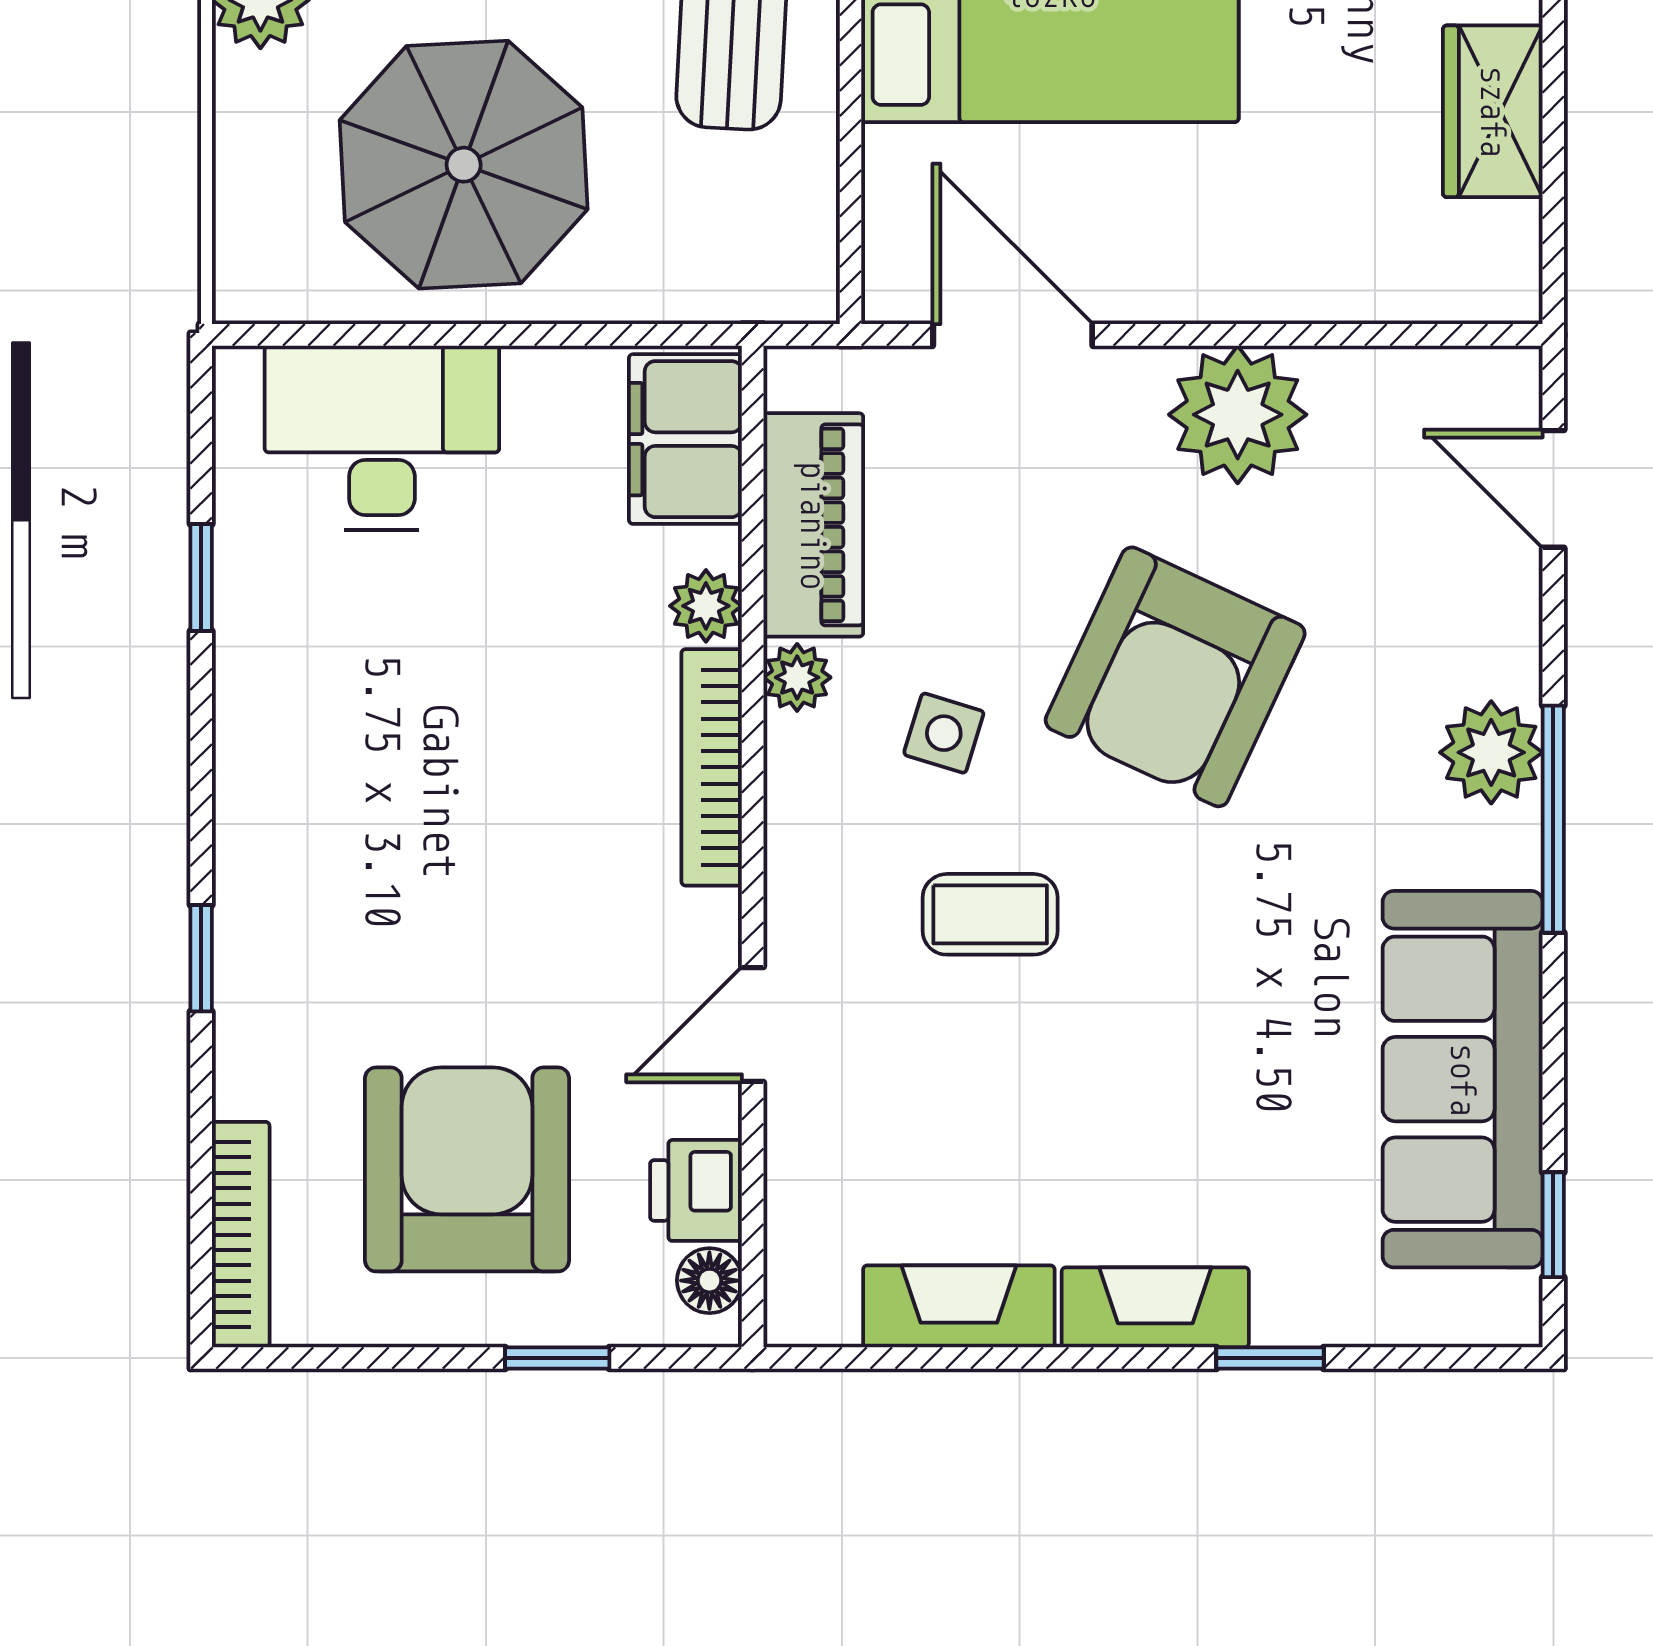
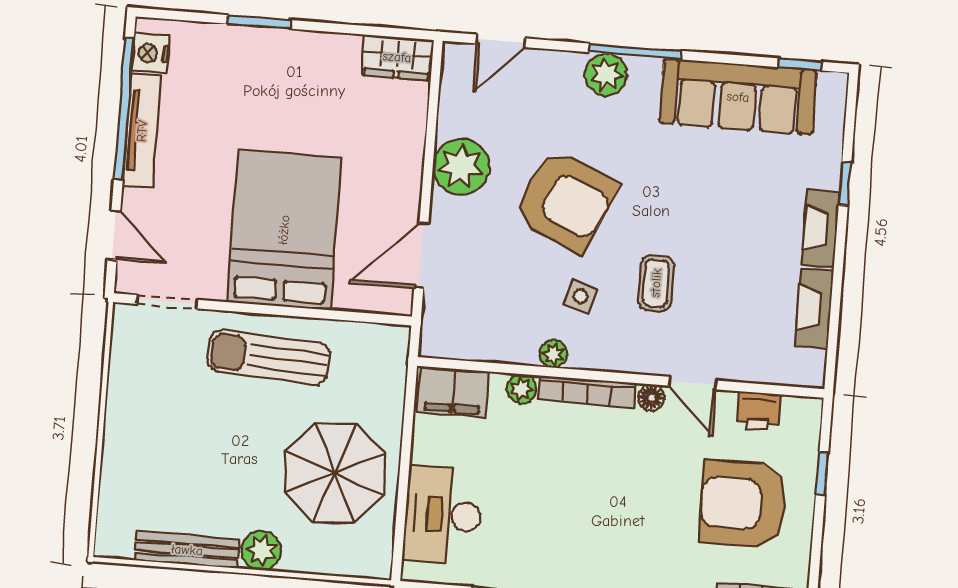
wardrobe: (1493, 111) -> (397, 57), moved
piano: (813, 525) -> (492, 343), removed
floor lamp: (709, 1281) -> (651, 398), moved

